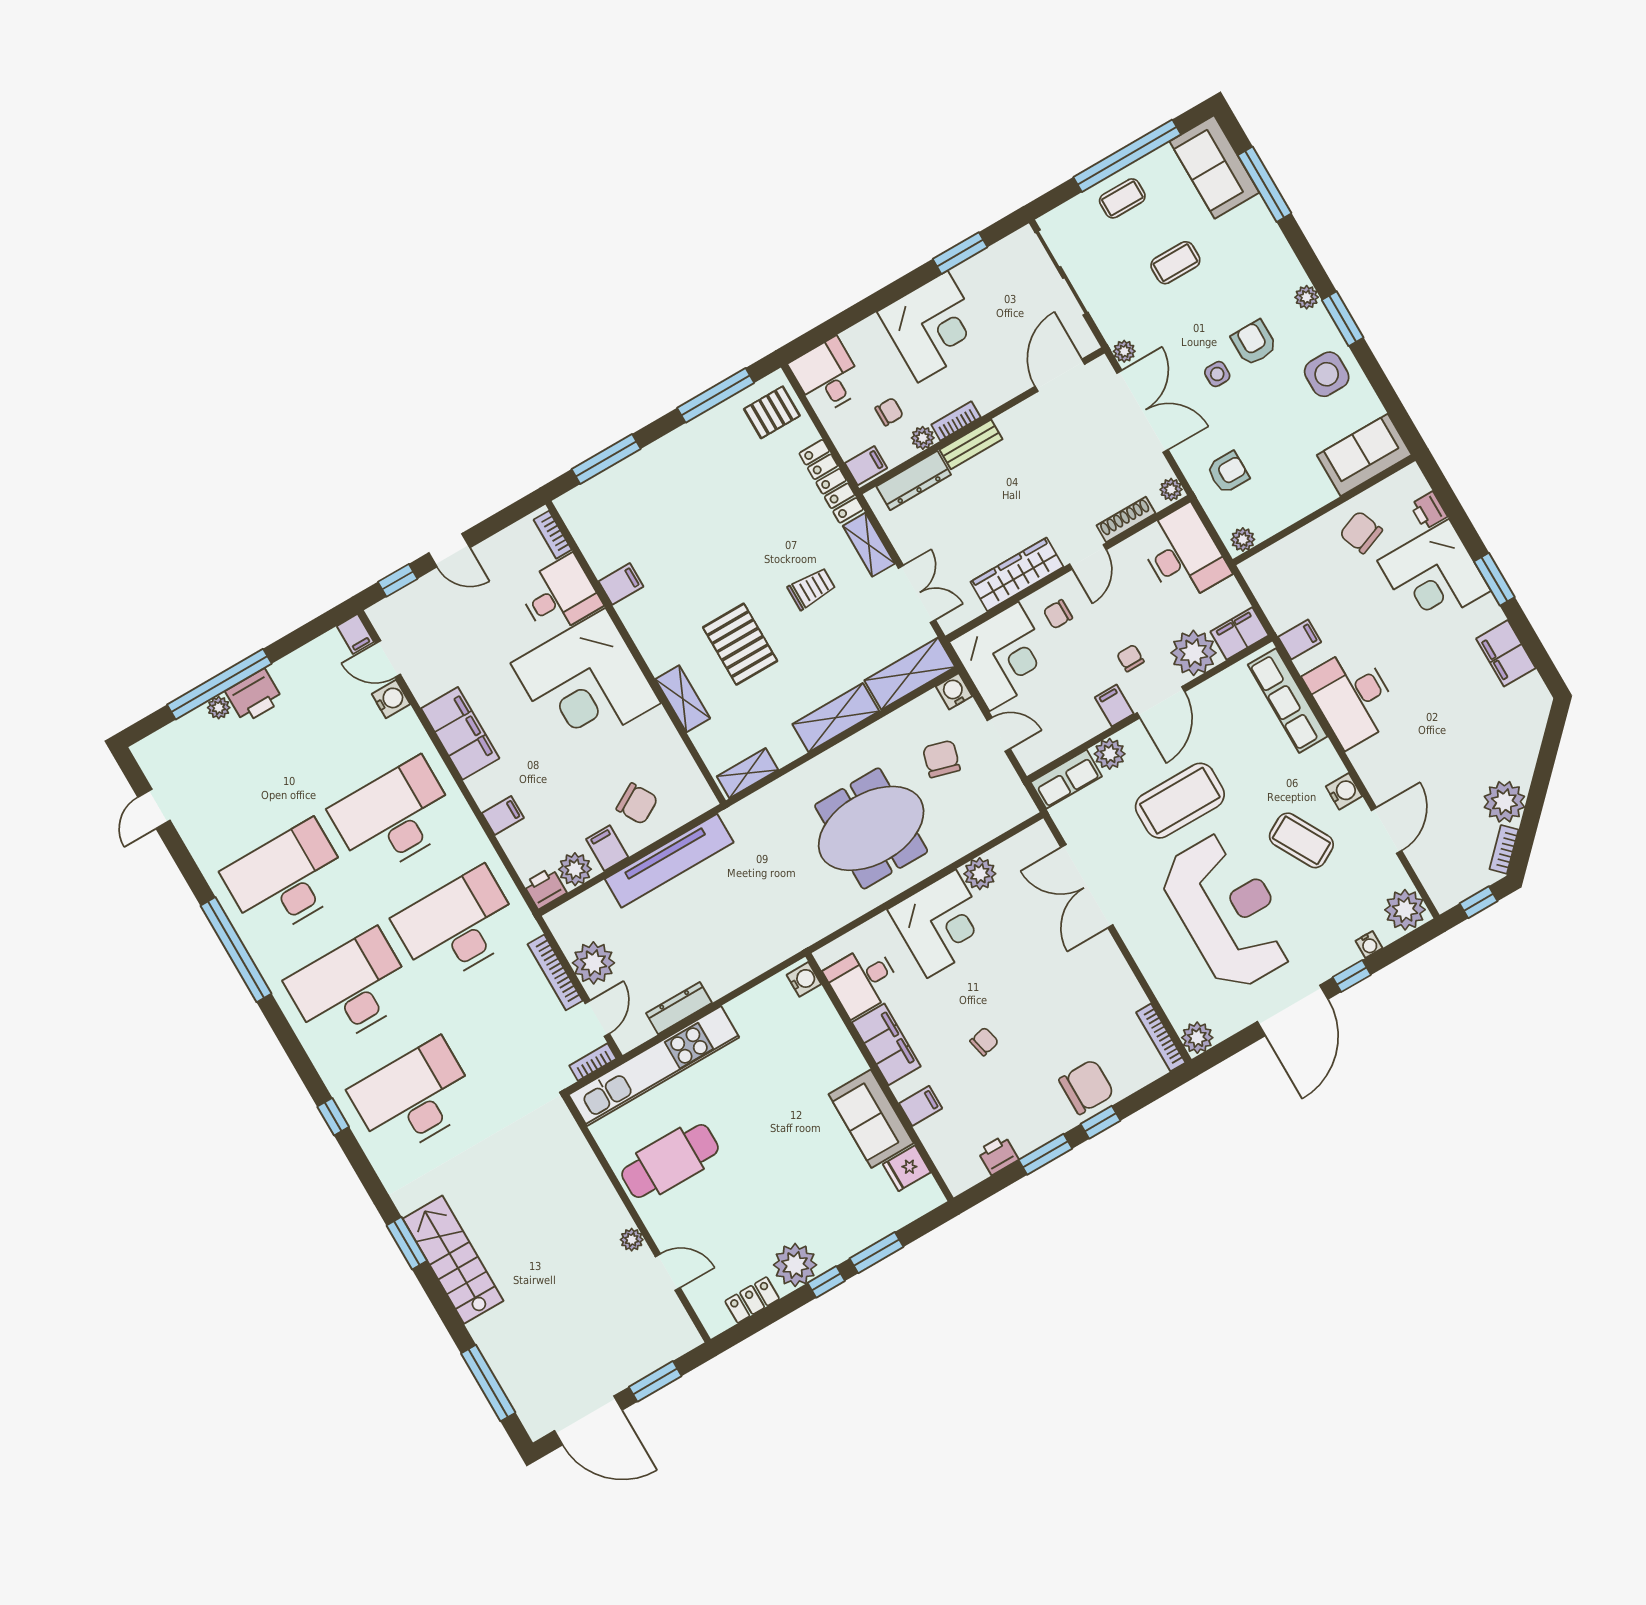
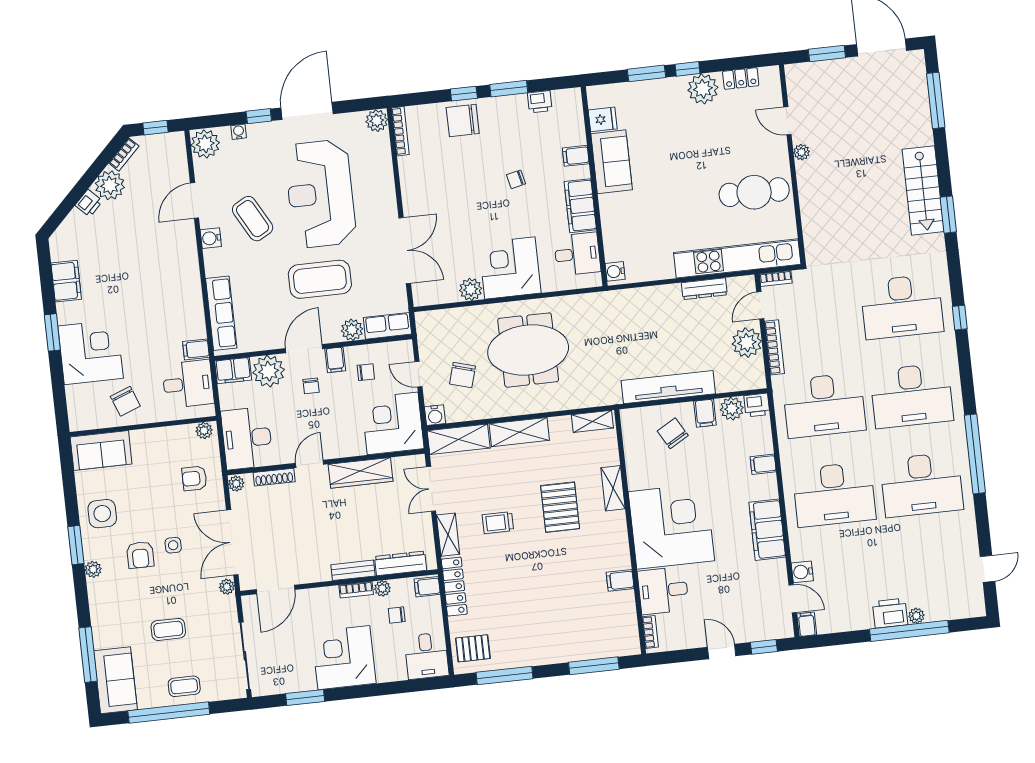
printer: (1429, 511) -> (89, 203), moved, turned 45
chair: (1058, 614) -> (366, 372), moved
desk: (1352, 697) -> (188, 384), moved, width x0.73

